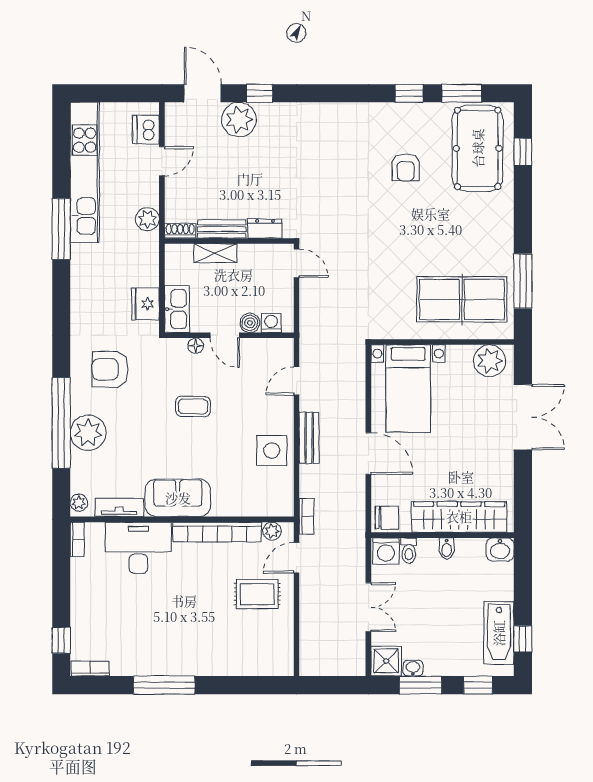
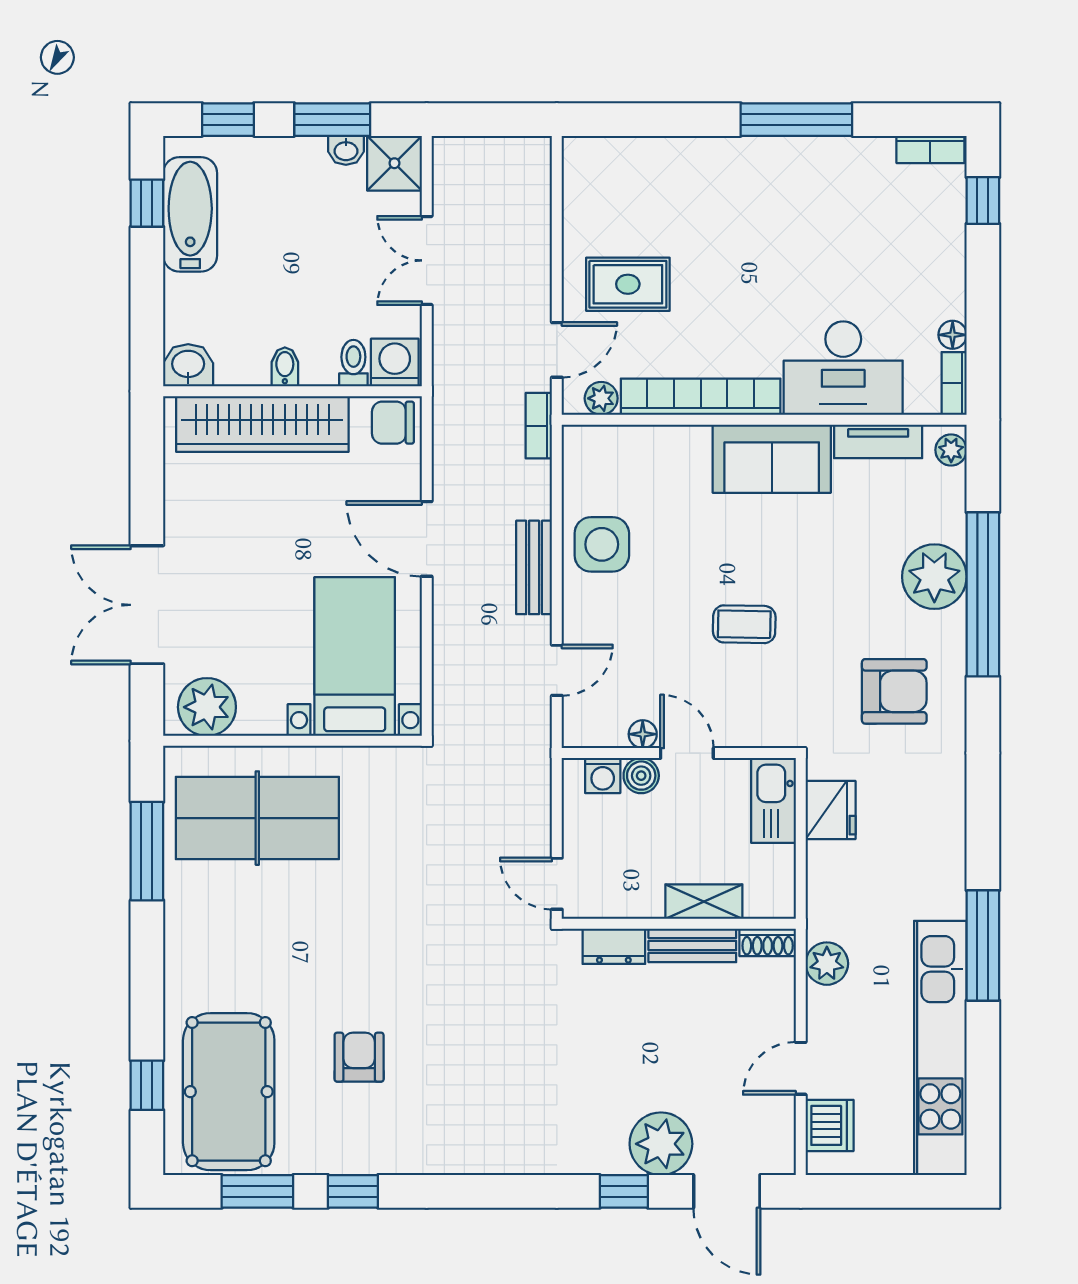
floor lamp: (196, 346) -> (643, 734), moved
floor lamp: (78, 566) -> (953, 335), added

